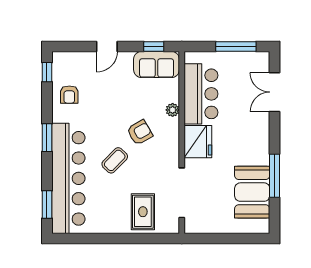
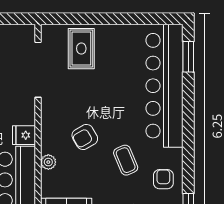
window: (47, 138) -> (188, 131), removed
fridge: (198, 142) -> (24, 135), width x0.53, depth x0.75
coffee table: (115, 160) -> (126, 160), moved, turned -67

